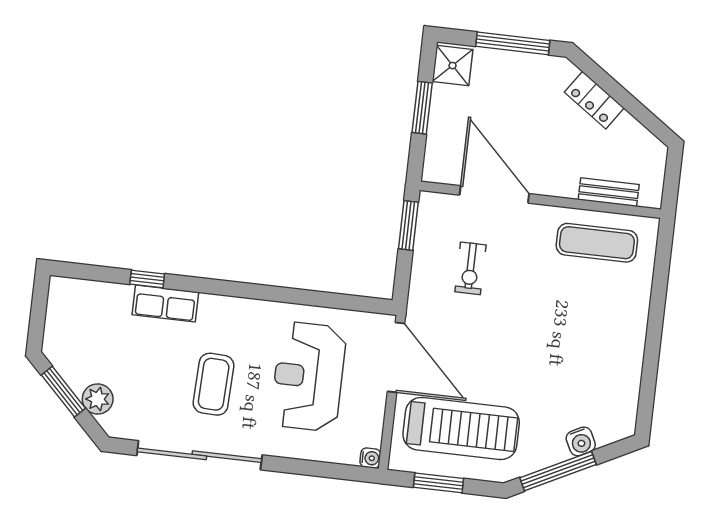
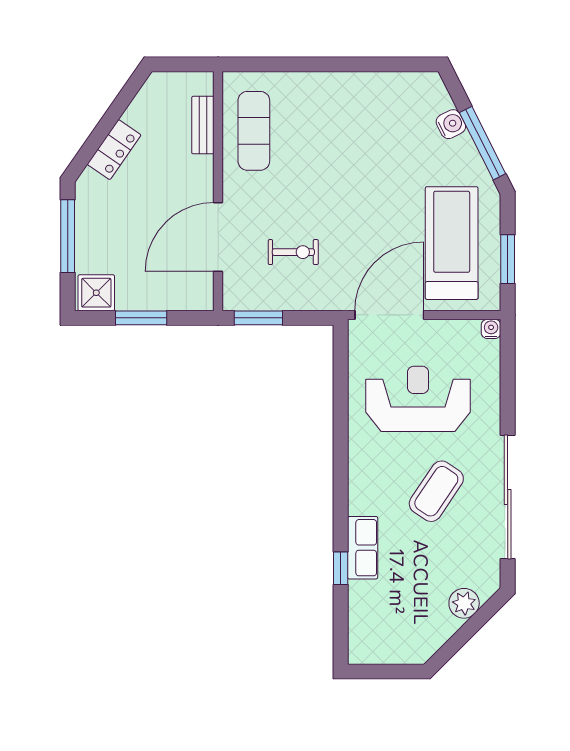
reception desk: (308, 377) -> (418, 399), turned 180
coffee table: (214, 384) -> (436, 491), turned -58
window: (63, 392) -> (461, 638), removed

